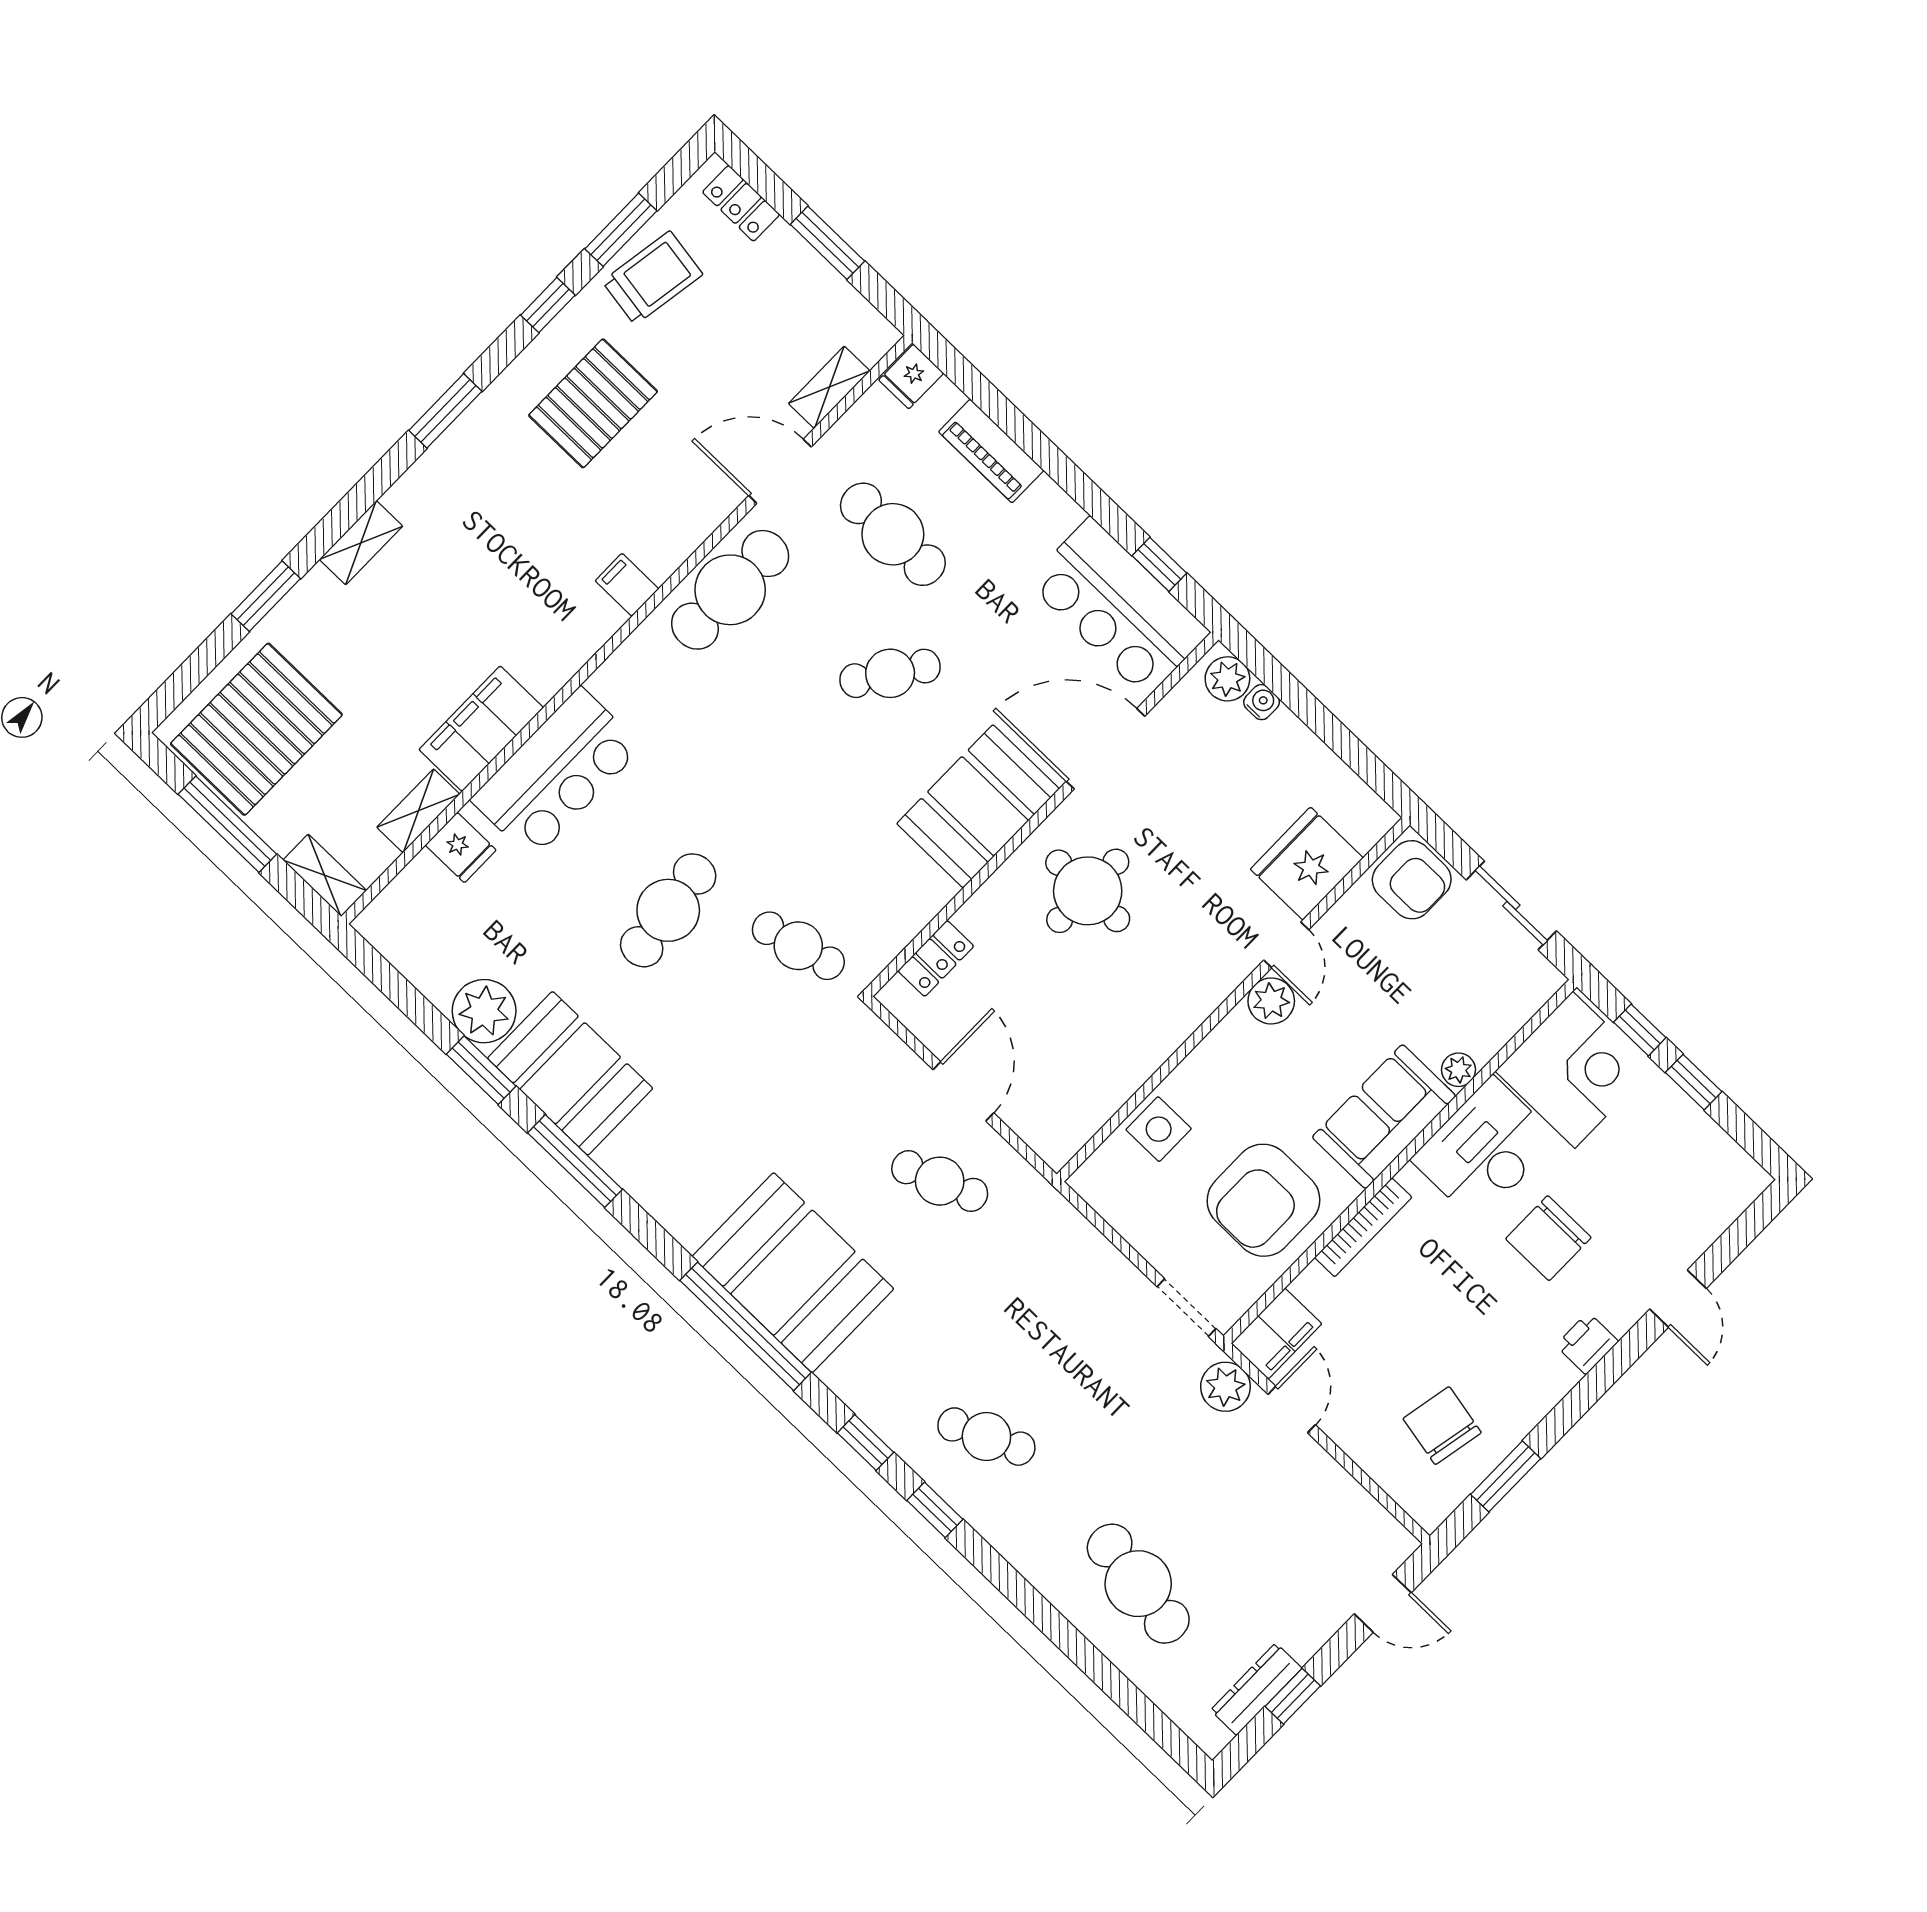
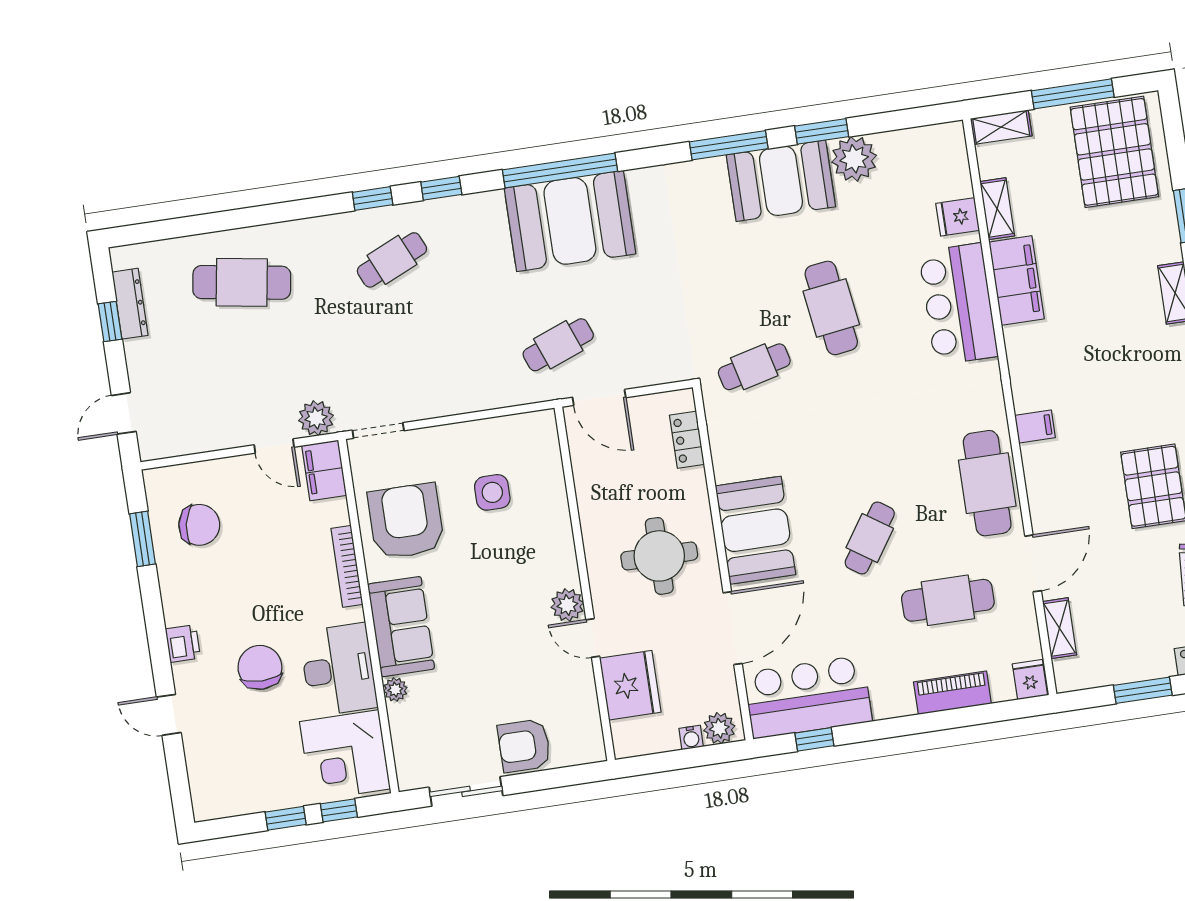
fridge: (1307, 864) -> (630, 685), moved
door: (1286, 945) -> (593, 638), moved
wall: (1233, 1000) -> (585, 584), moved
plant: (1271, 1001) -> (567, 605), moved

